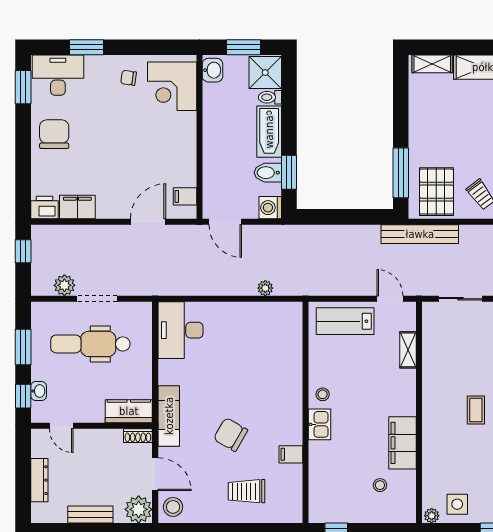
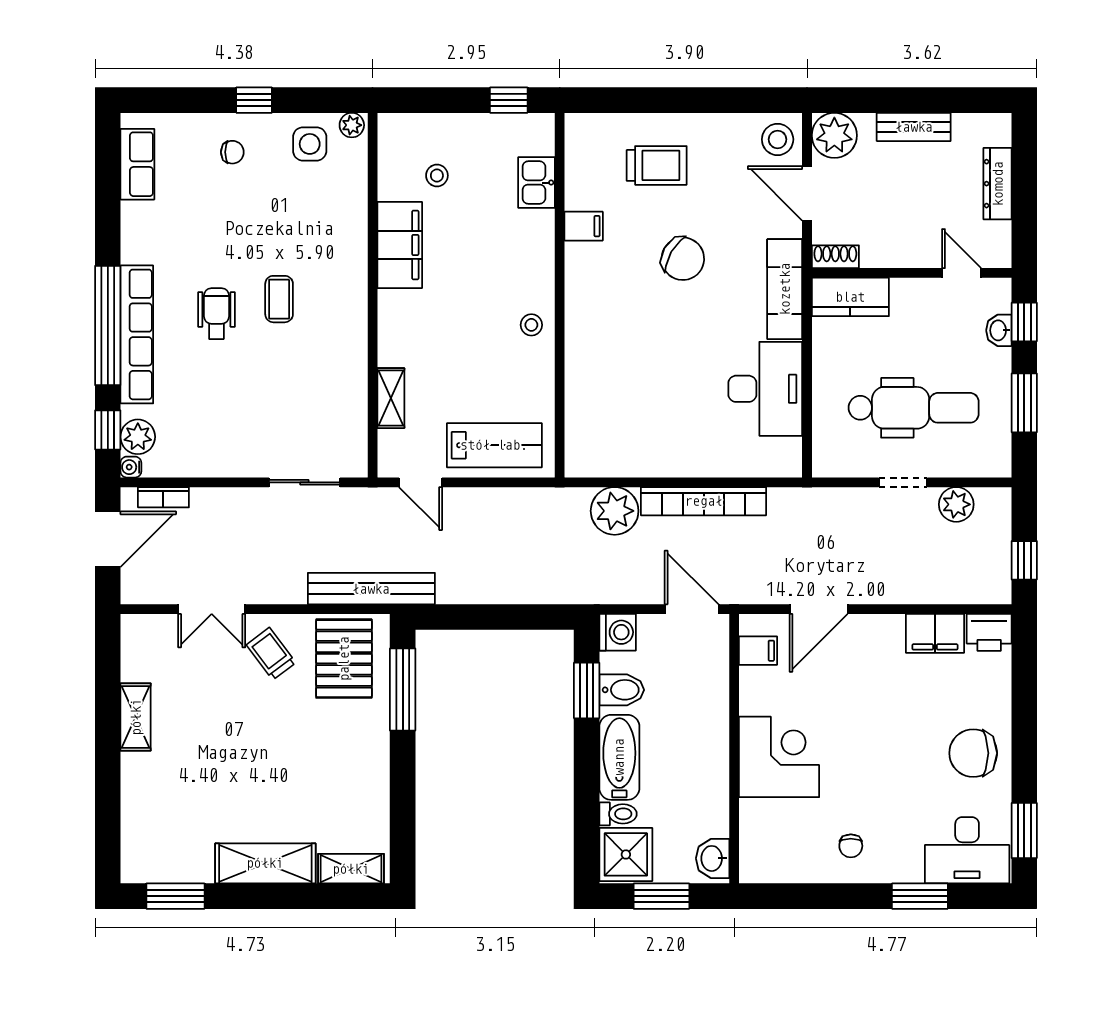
chair: (129, 78) -> (851, 846), turned 82
corner desk: (172, 86) -> (779, 757), moved
chair: (54, 134) -> (973, 753), turned 90
bookcase: (218, 287) -> (704, 501), added
plant: (265, 288) -> (615, 511), width x1.88, depth x1.88
doorway: (97, 299) -> (903, 482), width x0.73
desk: (180, 330) -> (765, 389), moved
kitchen sink: (319, 424) -> (536, 183), moved

